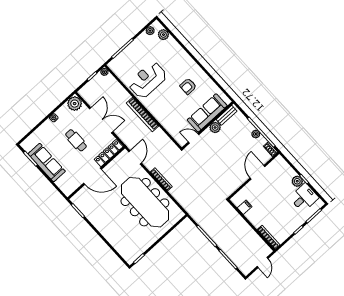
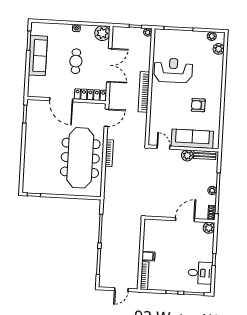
plant: (297, 181) -> (209, 228), moved
filing cabinet: (245, 207) -> (148, 256), moved

